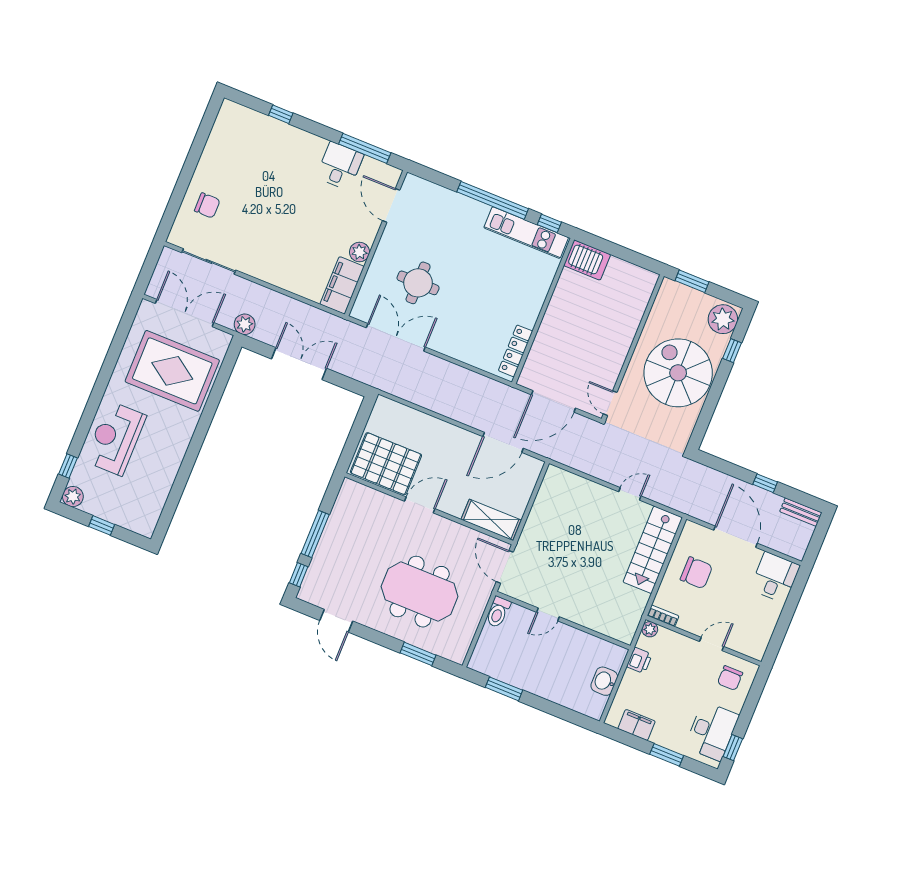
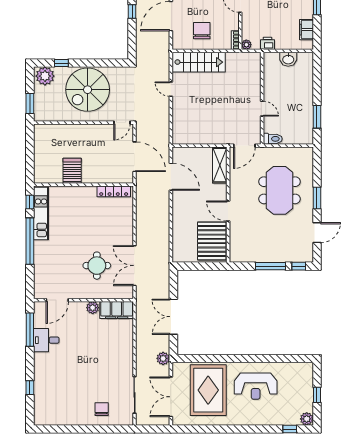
server rack: (587, 260) -> (72, 171), moved
reception desk: (115, 438) -> (256, 386), moved
window: (418, 654) -> (317, 198), moved

